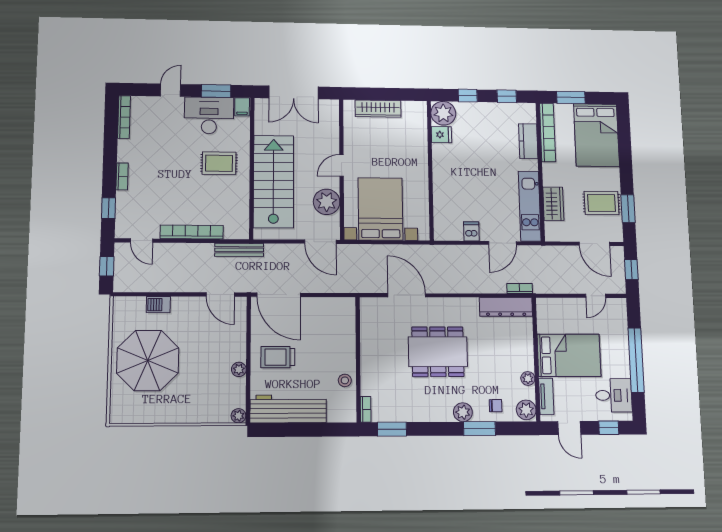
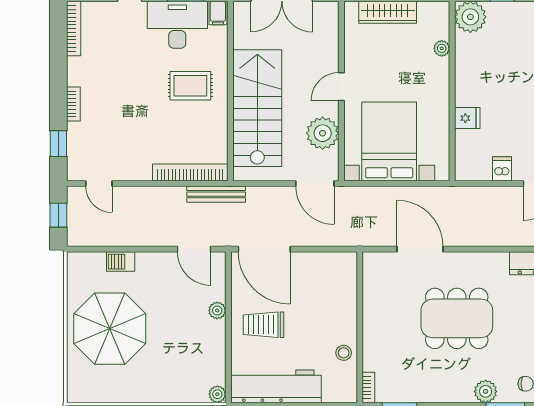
fridge: (441, 135) -> (467, 118), moved
plant: (421, 137) -> (442, 48), added
bookcase: (192, 232) -> (190, 172), moved
plant: (239, 369) -> (217, 310), moved

